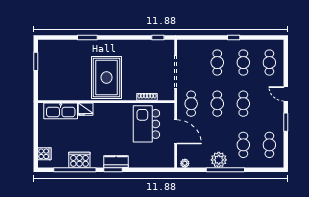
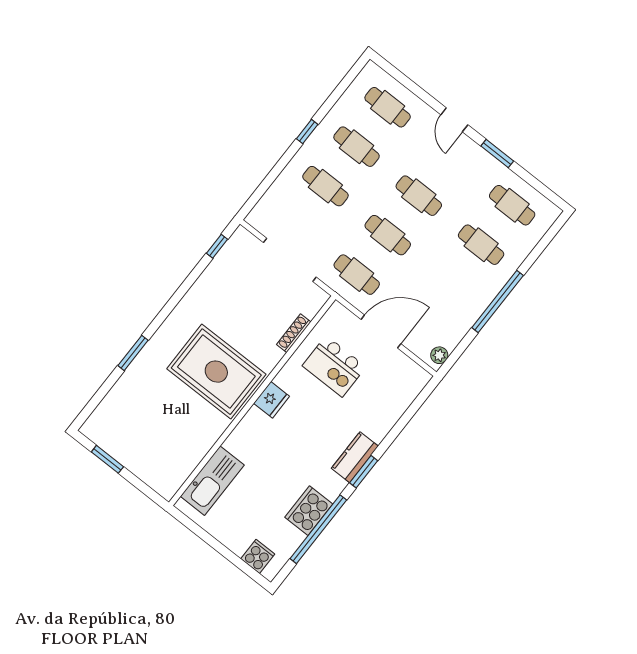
door: (286, 94) -> (454, 120), hinge flipped
fridge: (86, 109) -> (272, 400), moved
kitchen island: (146, 124) -> (334, 366), width x0.73, depth x0.78
plant: (219, 160) -> (474, 300), removed

